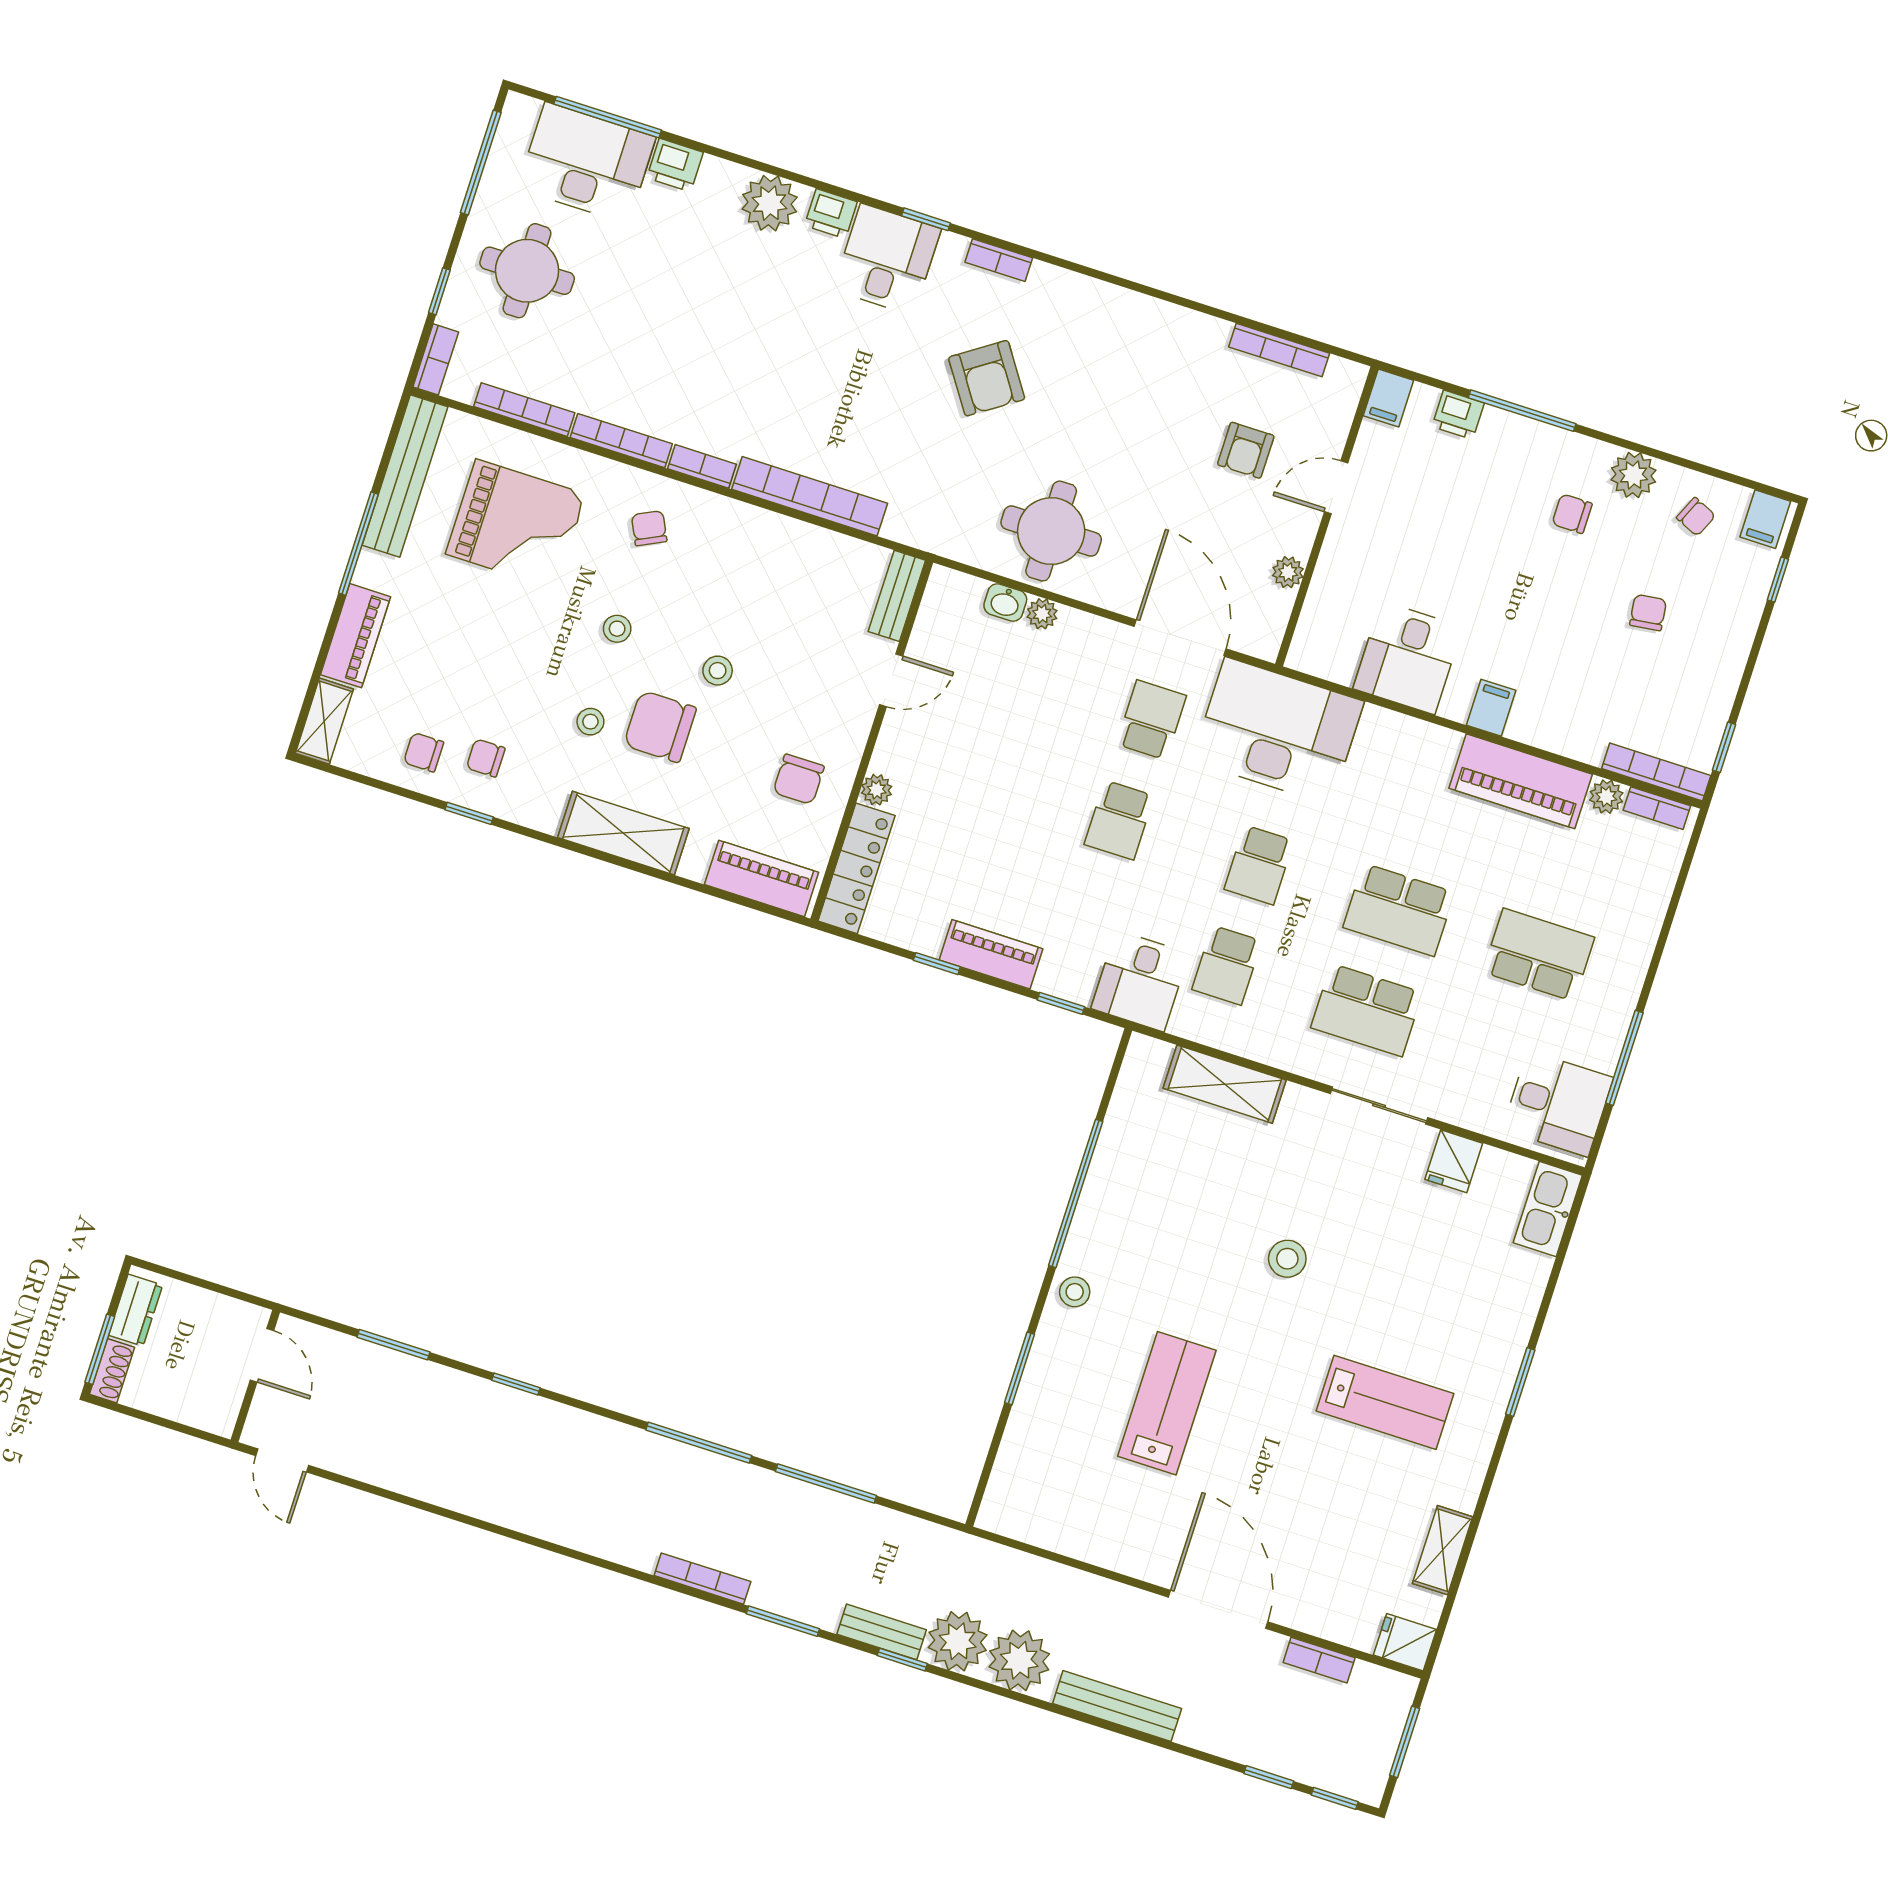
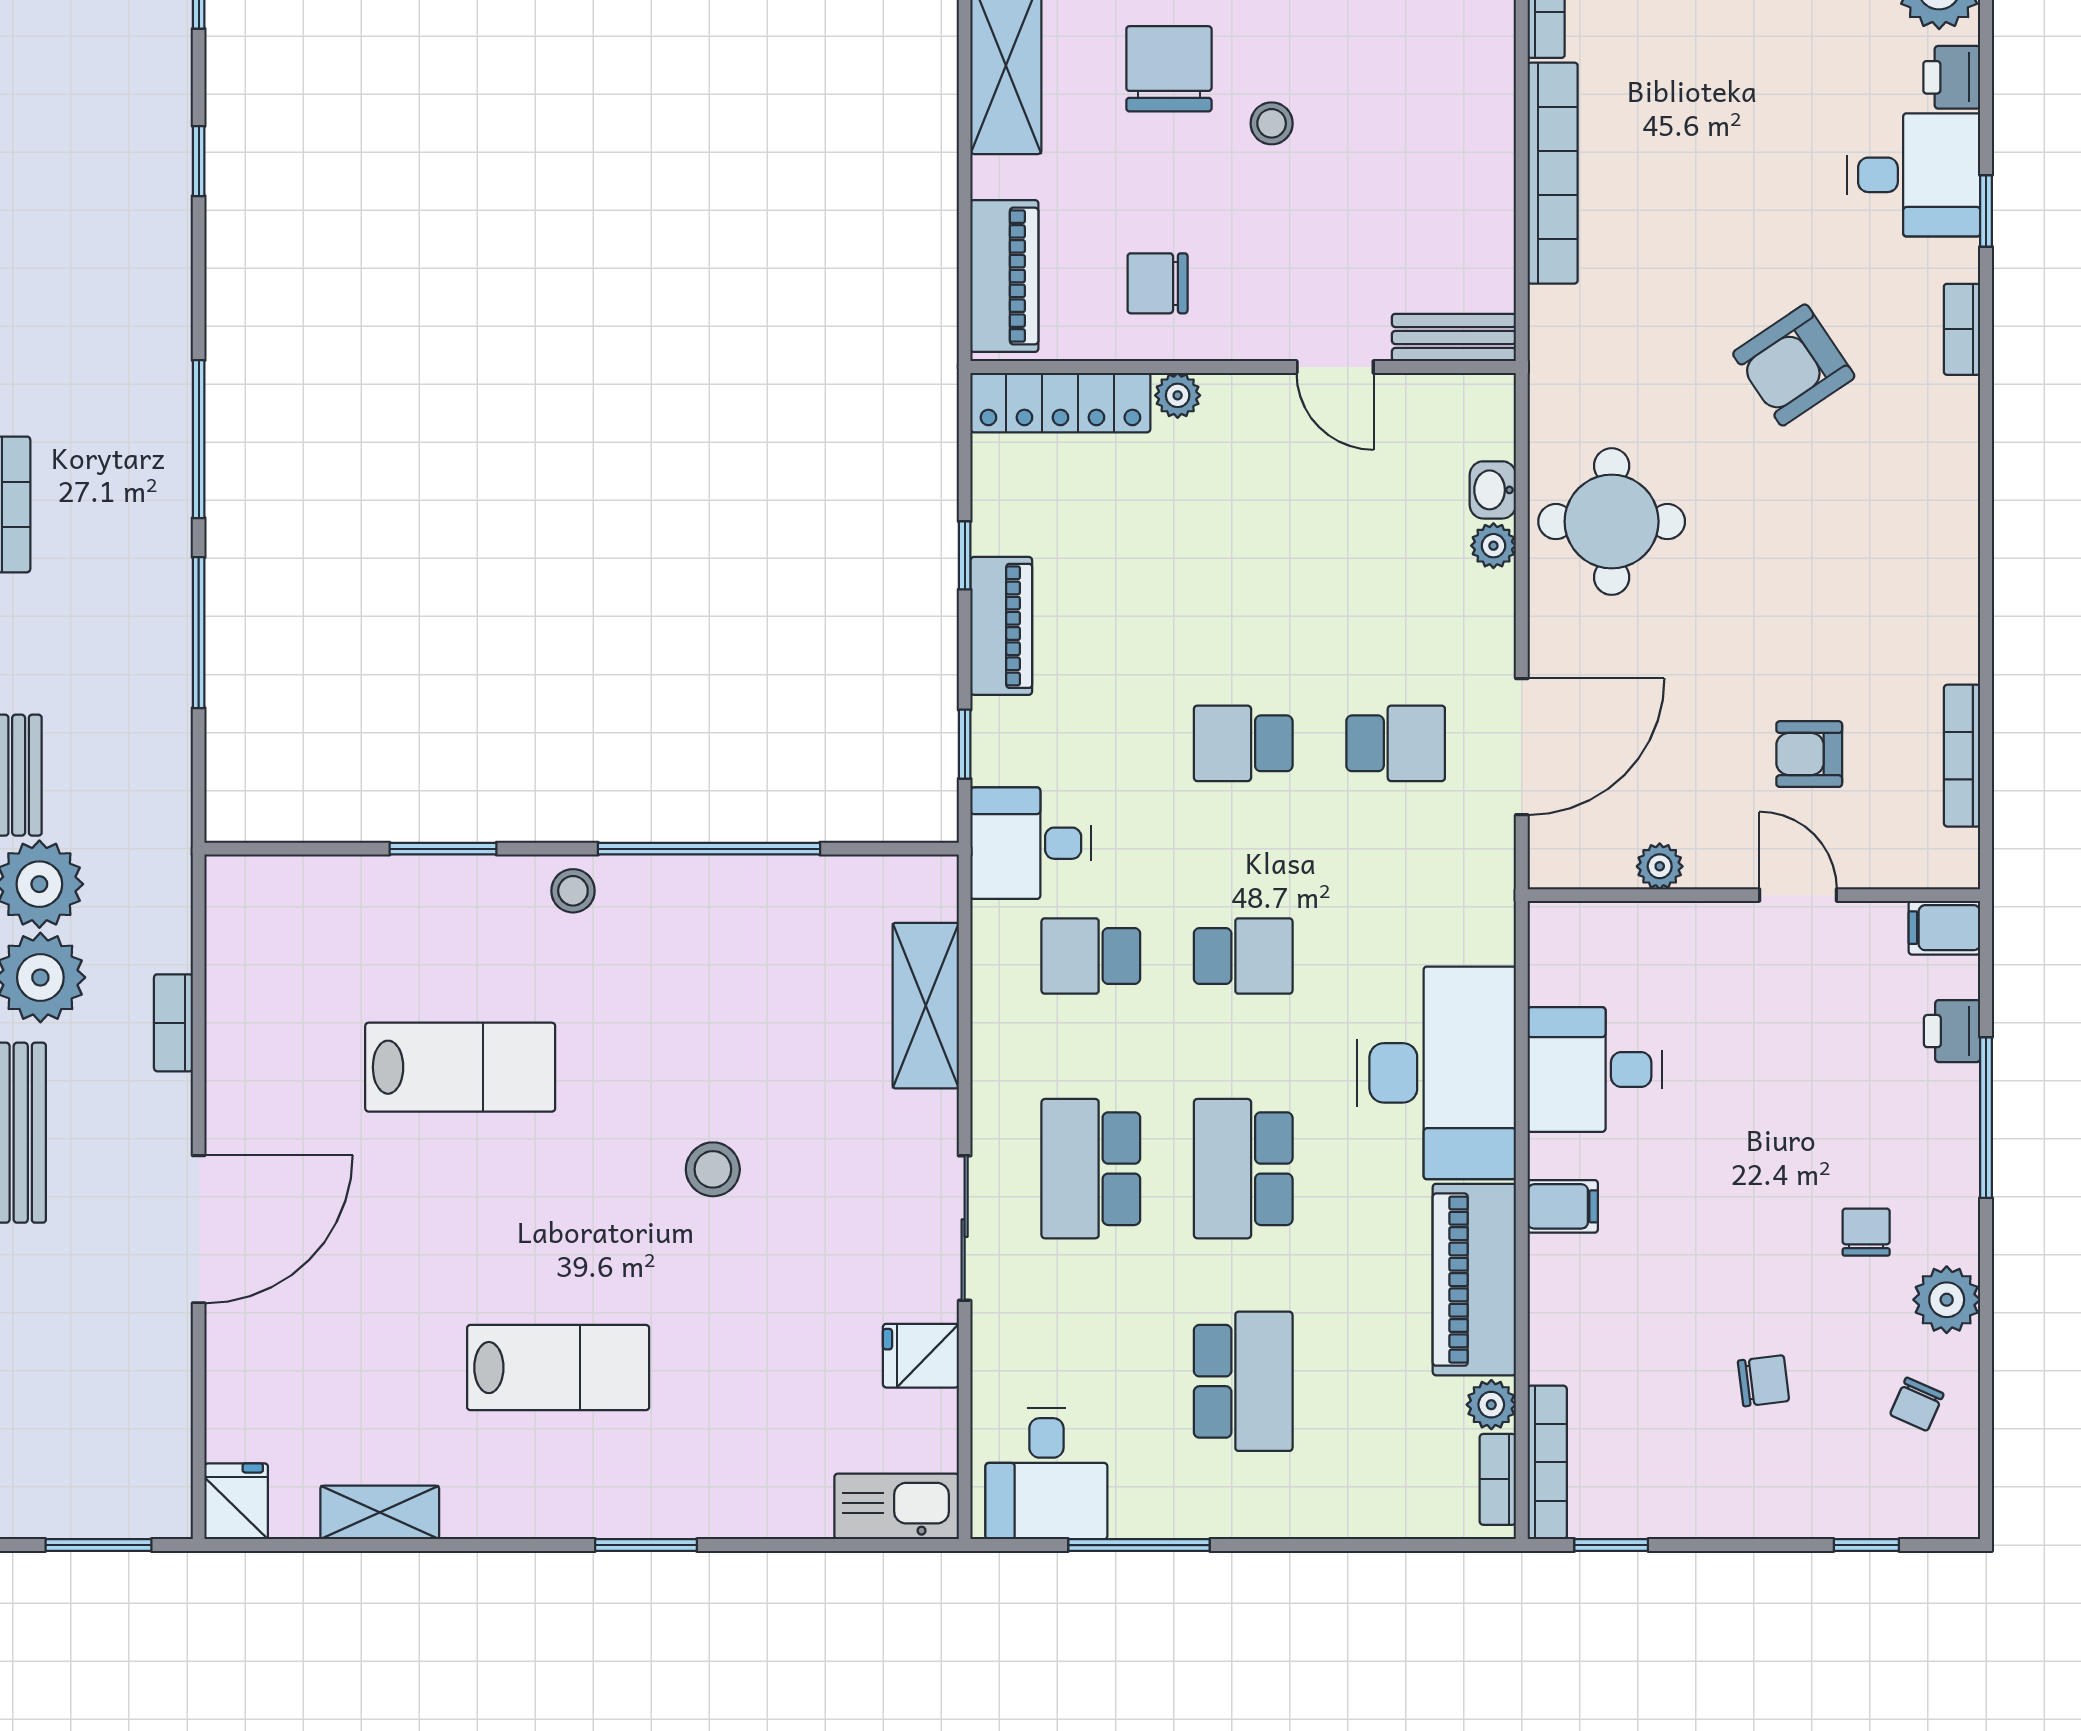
filing cabinet: (1765, 519) -> (1944, 1501), removed
desk: (1278, 731) -> (1436, 1073), moved
school desk: (1259, 865) -> (1243, 956), turned 180
lab bench: (1385, 1402) -> (558, 1368), turned -90
bookcase: (1319, 1660) -> (173, 1023), moved

